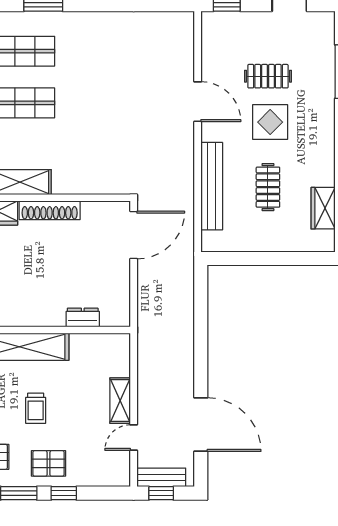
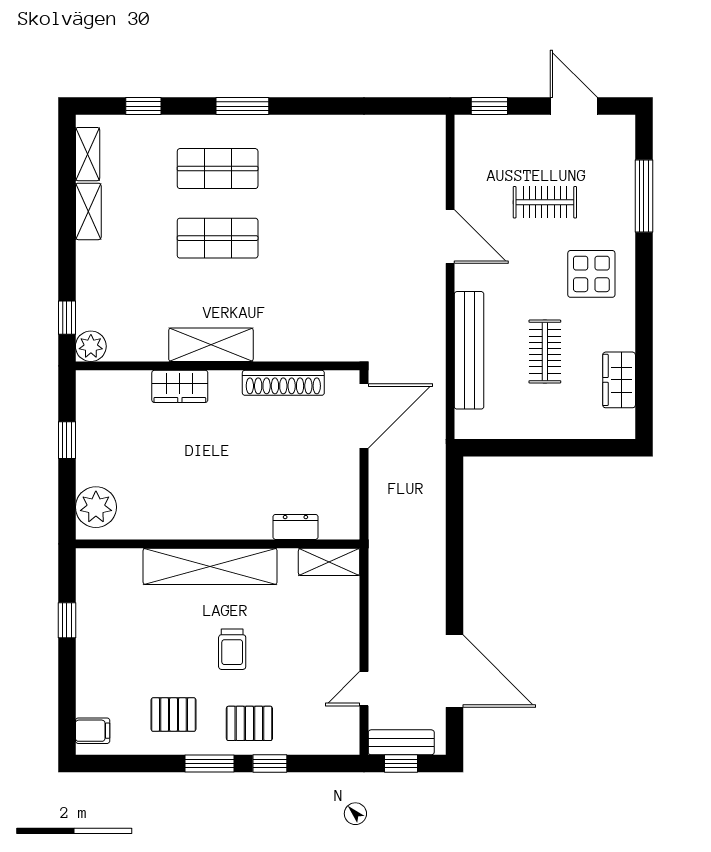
display table: (270, 122) -> (591, 274), moved
shoe rack: (50, 210) -> (283, 383), moved
shelving: (120, 401) -> (329, 562), moved, turned 90

